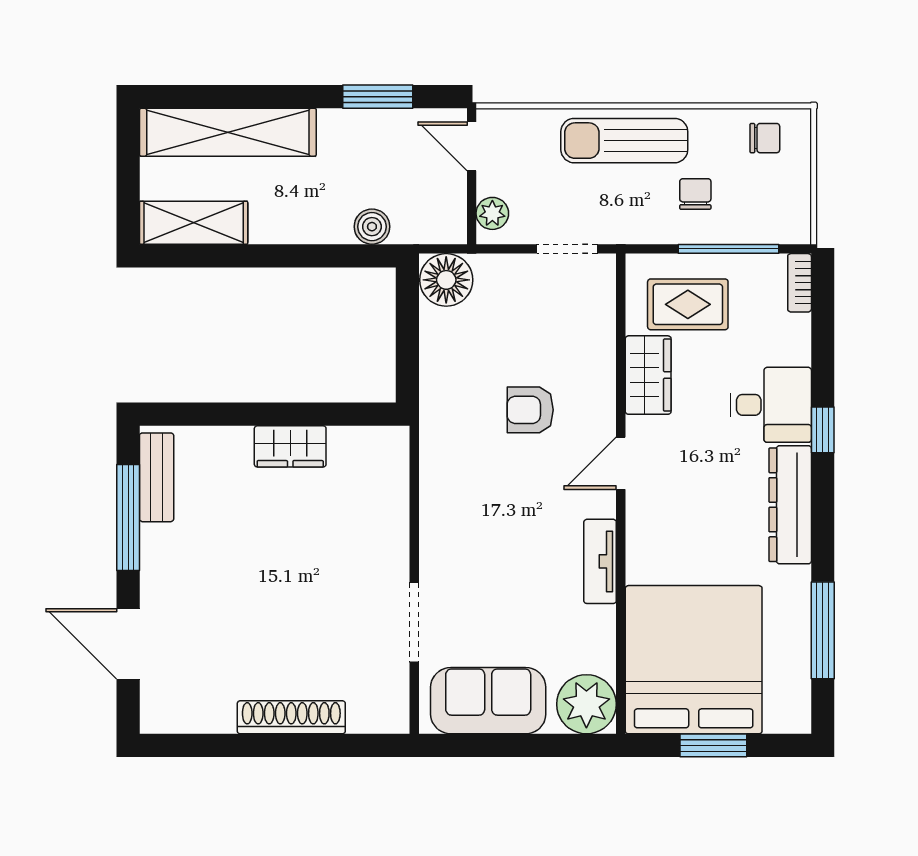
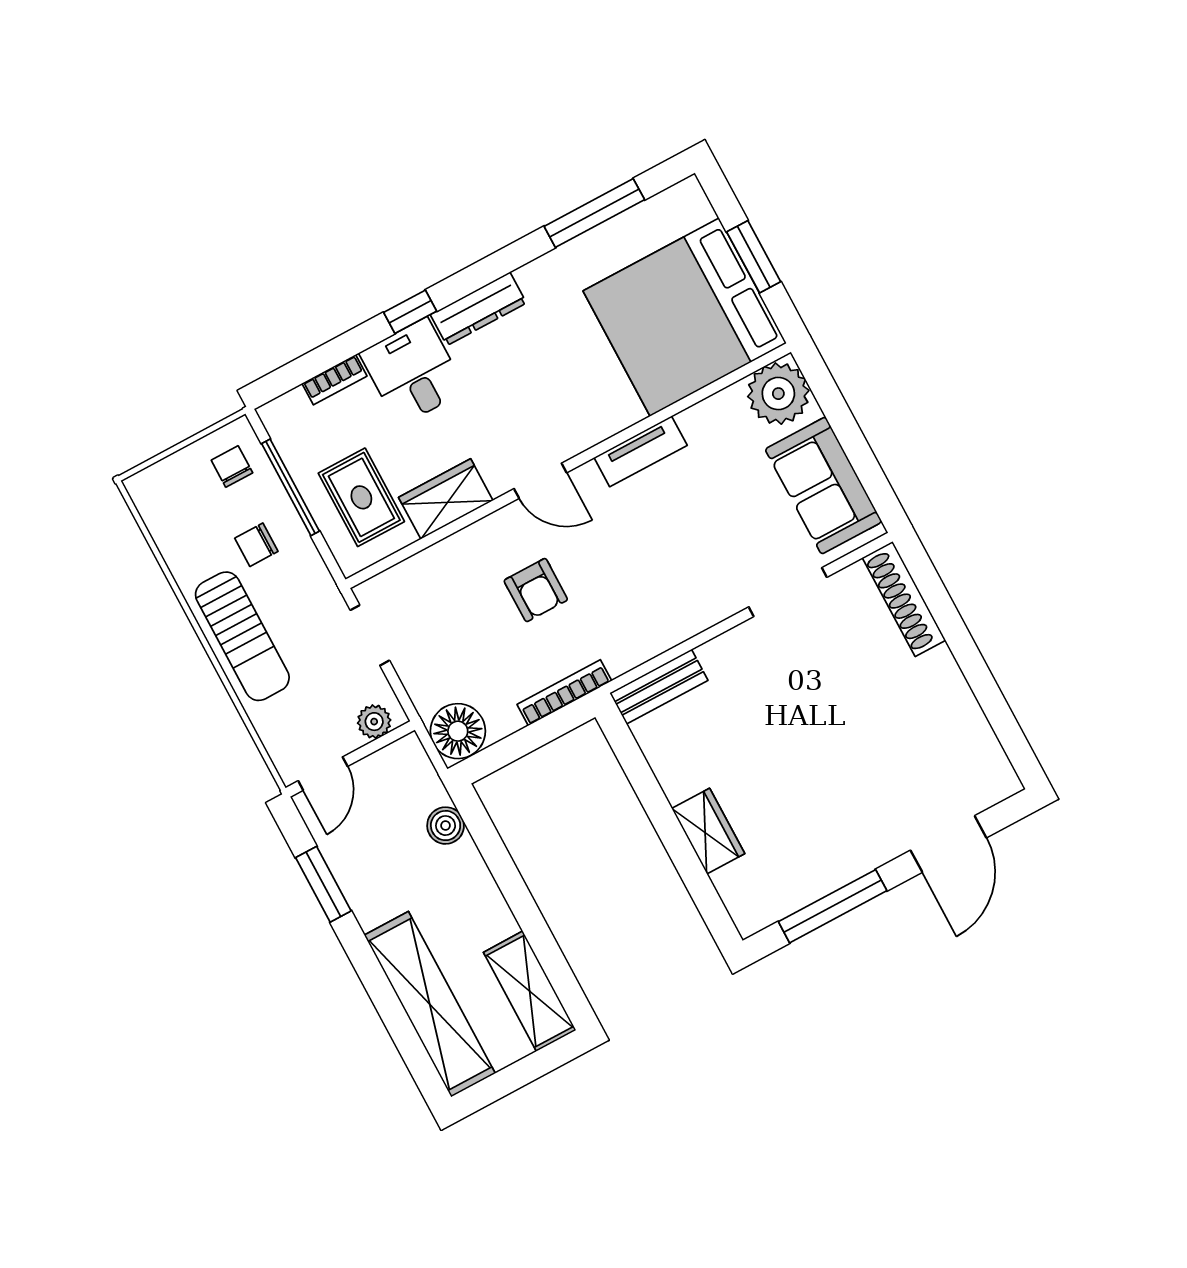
chair: (765, 138) -> (232, 466), moved
bookcase: (800, 283) -> (334, 380), moved
bookcase: (430, 387) -> (564, 693), added
wardrobe: (290, 446) -> (708, 831), moved
bench: (157, 477) -> (659, 687), moved
dresser: (790, 505) -> (478, 309), width x0.73, depth x0.80
shoe rack: (291, 717) -> (904, 599), moved

